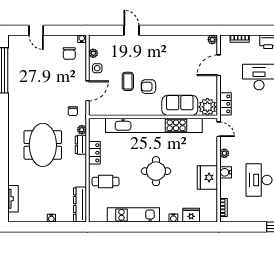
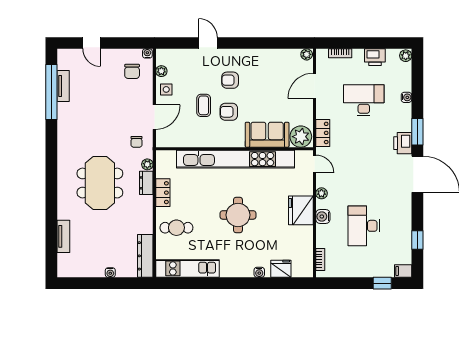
armchair: (149, 61) -> (230, 80), added
tv unit: (13, 65) -> (63, 86), added
fridge: (207, 177) -> (301, 210), moved
tv unit: (13, 199) -> (63, 236), moved
kitchen unit: (133, 215) -> (187, 268), moved

